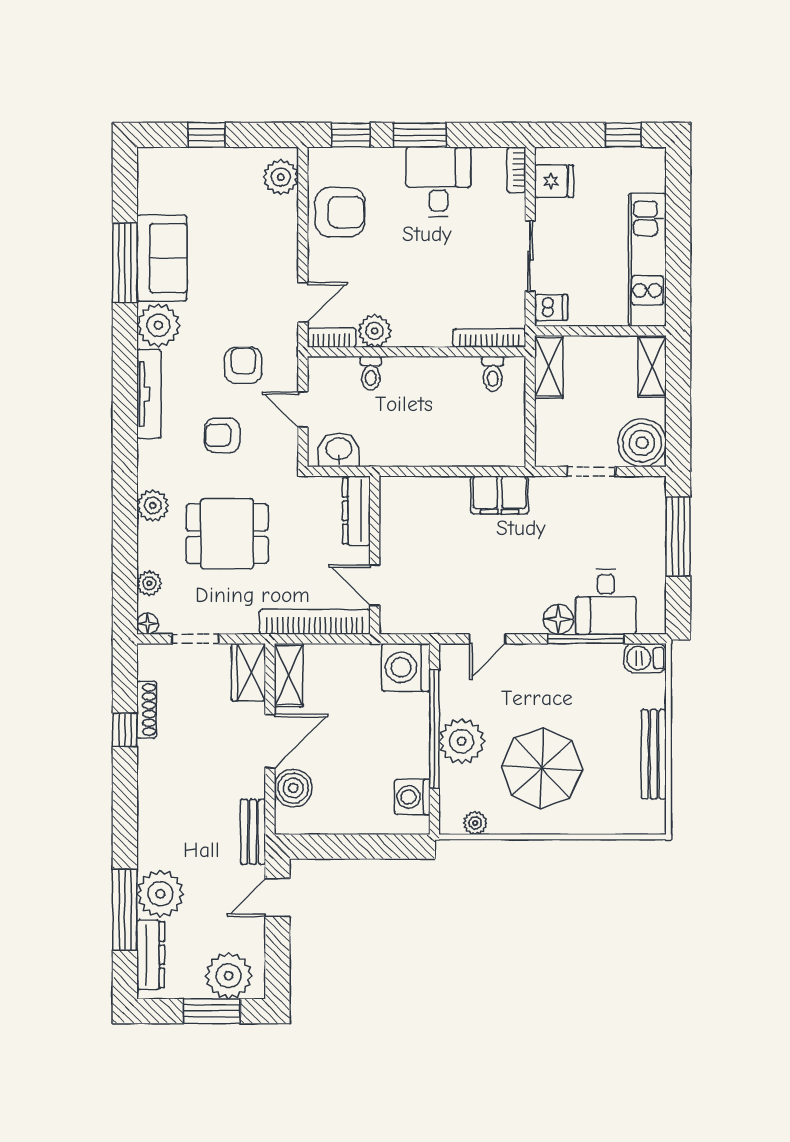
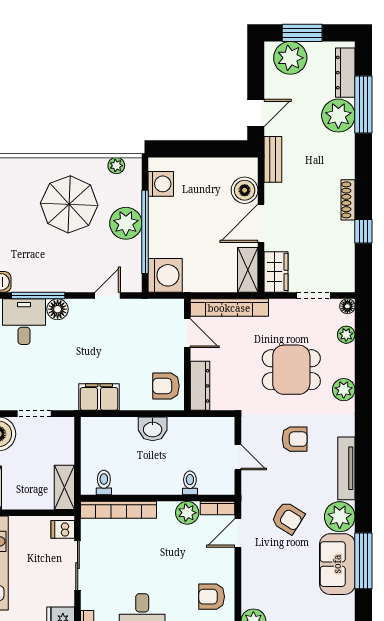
armchair: (340, 212) -> (212, 597), width x0.72, depth x0.72
bookcase: (489, 338) -> (119, 510), width x1.48, depth x1.31
armchair: (243, 365) -> (288, 518), moved, turned -58
washbasin: (339, 450) -> (153, 429), moved
armchair: (405, 511) -> (166, 386), added
shoe rack: (147, 710) -> (348, 200), moved

